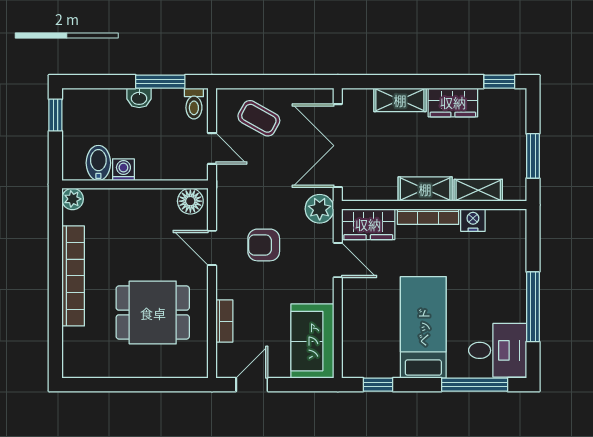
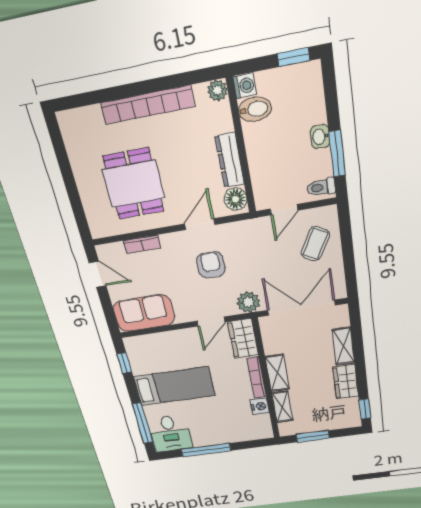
washing machine: (123, 170) -> (245, 86), moved
dresser: (146, 200) -> (230, 160), added

